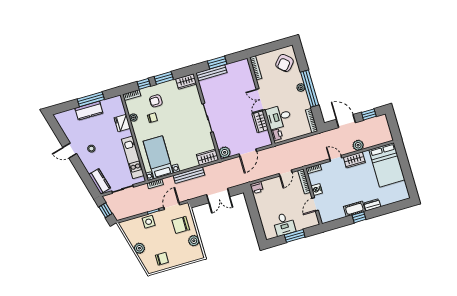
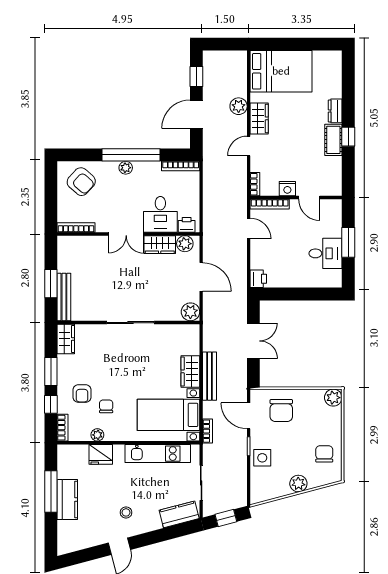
plant: (265, 137) -> (185, 244), added
wardrobe: (208, 157) -> (190, 371), moved
plant: (194, 241) -> (333, 398), moved

